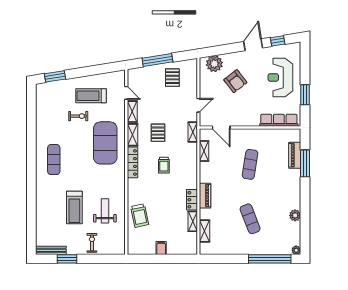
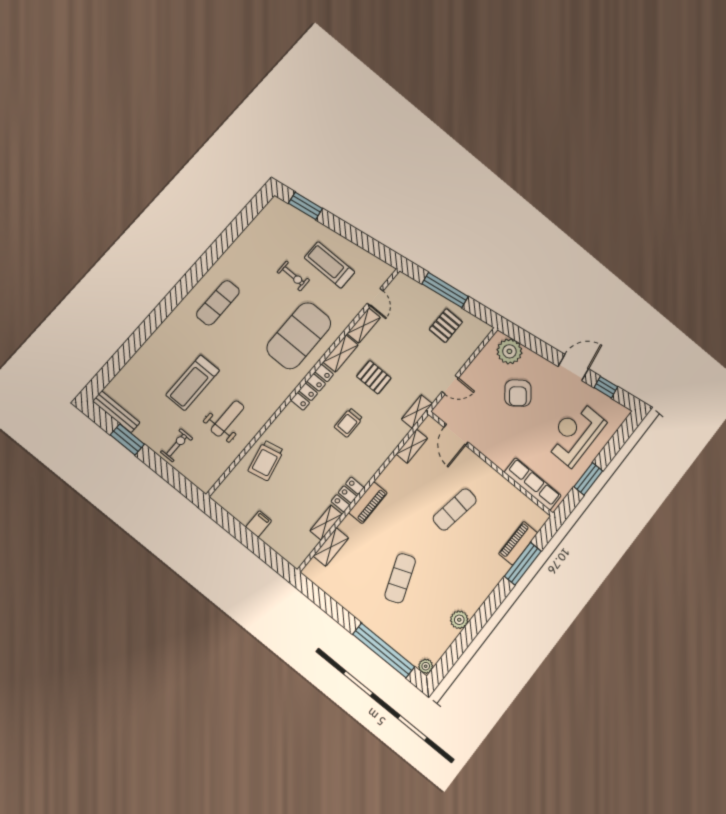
pallet: (158, 133) -> (374, 377), turned 90

